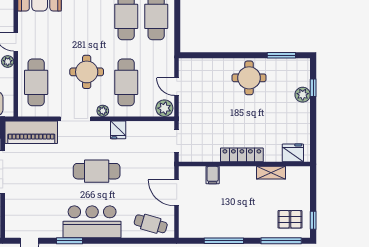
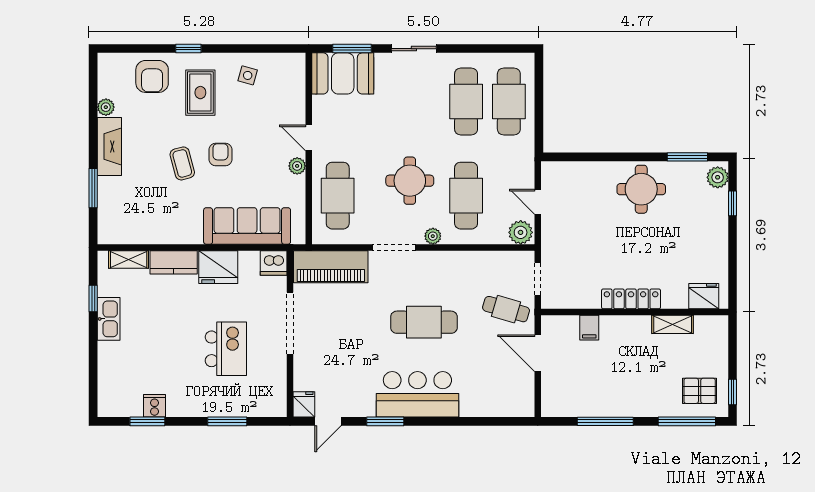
plant: (303, 95) -> (718, 177), moved
fridge: (118, 130) -> (304, 404), moved, turned 180
cafe table: (151, 224) -> (506, 309), moved

